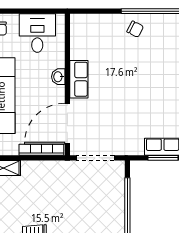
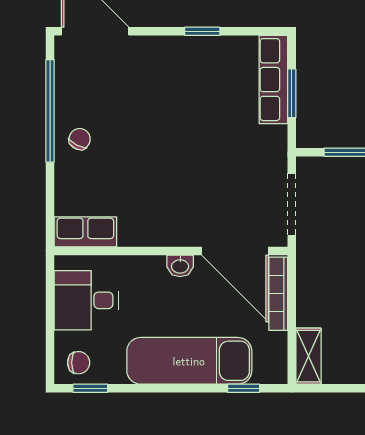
washbasin: (58, 77) -> (180, 266), moved
row of seats: (79, 79) -> (85, 232), moved

